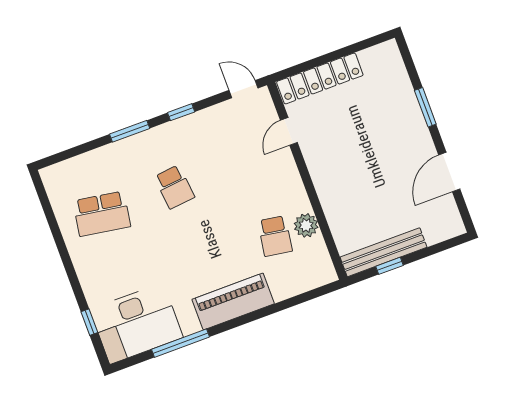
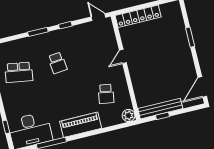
door: (289, 131) -> (123, 56), moved
door: (449, 172) -> (202, 87), moved
plant: (306, 225) -> (129, 116), moved

